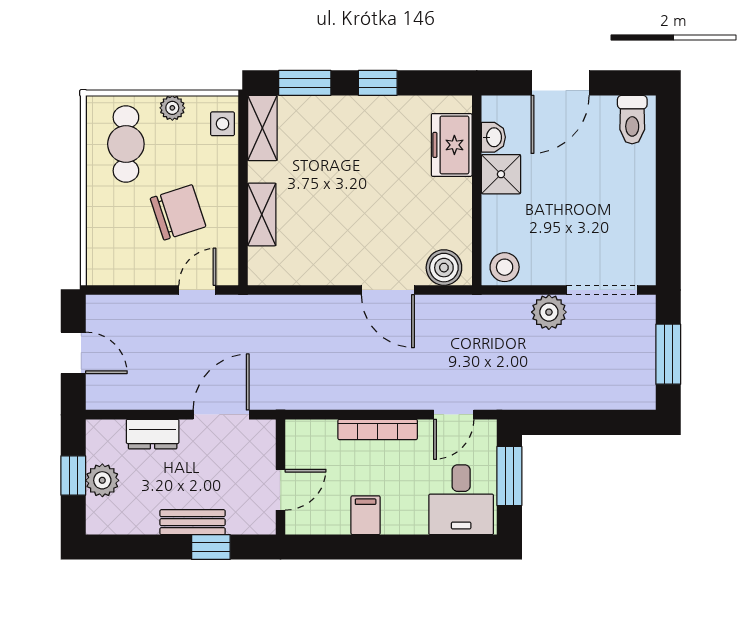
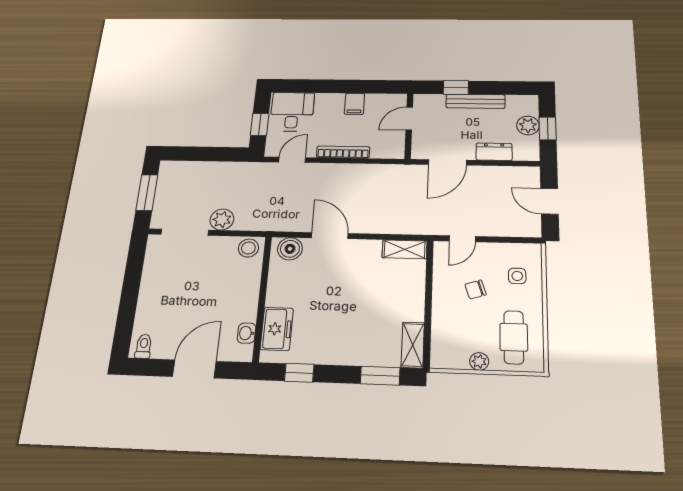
window: (378, 83) -> (299, 373), moved
toilet: (632, 120) -> (144, 346), width x0.73, depth x0.72
side table: (223, 124) -> (517, 276), moved
shower: (501, 174) -> (244, 308), removed
chair: (178, 212) -> (476, 289), width x0.54, depth x0.54
shelving: (262, 214) -> (405, 249), moved, turned 90
window: (509, 476) -> (260, 124), width x0.67
bench: (193, 522) -> (475, 101), width x1.36

